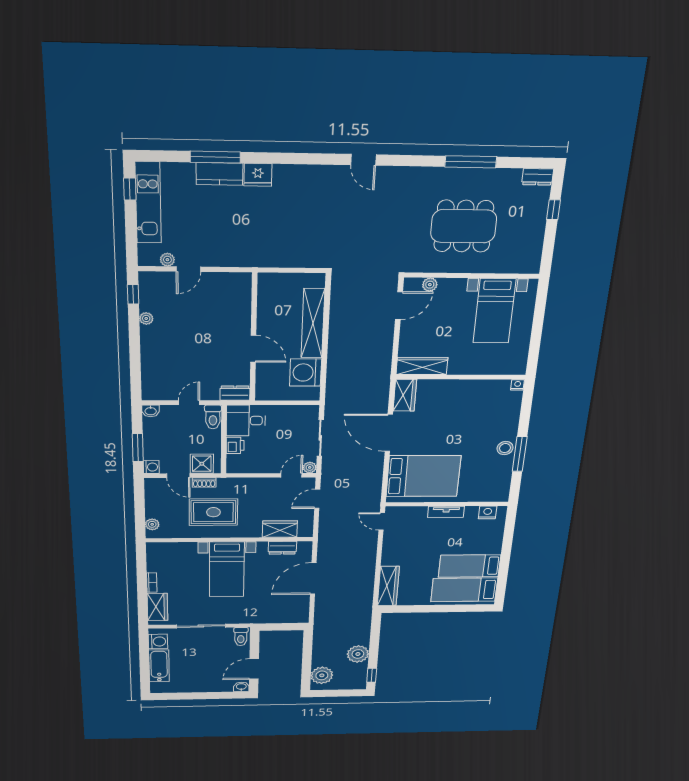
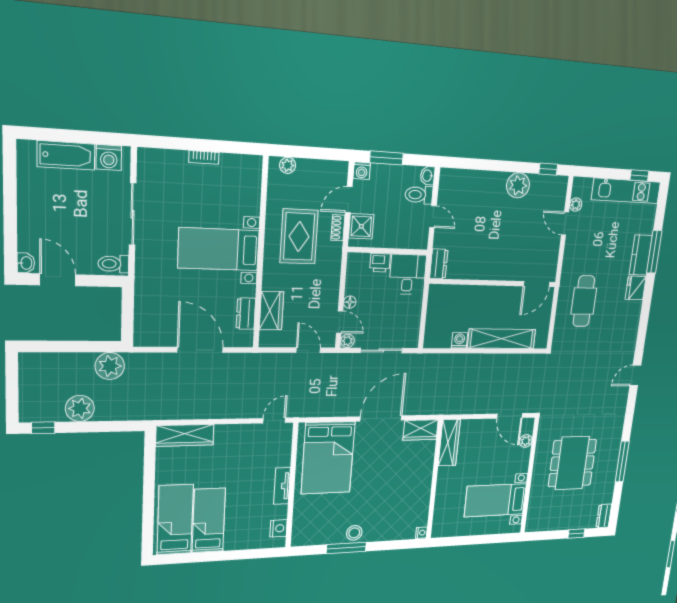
cafe table: (273, 237) -> (584, 301), added
plant: (146, 318) -> (518, 185), width x1.87, depth x1.87
door: (253, 349) -> (537, 284), moved
washing machine: (306, 373) -> (459, 340), width x0.53, depth x0.53
toilet: (213, 417) -> (419, 195), moved
floor lamp: (273, 468) -> (350, 302), added
wardrobe: (157, 607) -> (166, 162), removed
plant: (322, 675) -> (110, 366), moved

